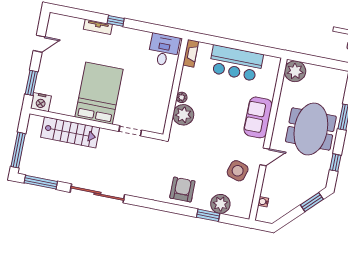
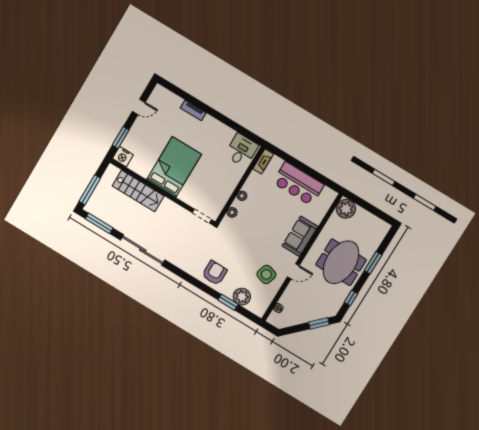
window: (116, 21) -> (210, 111), removed
plant: (183, 115) -> (232, 212), width x0.53, depth x0.53
doorway: (130, 131) -> (202, 216), moved

